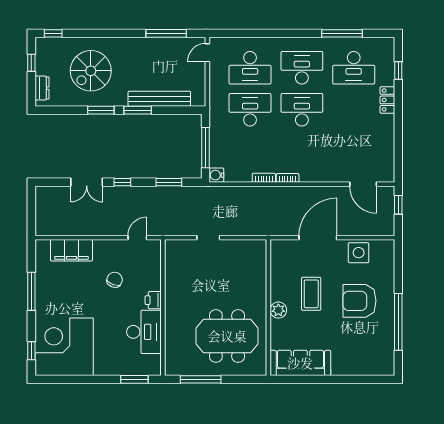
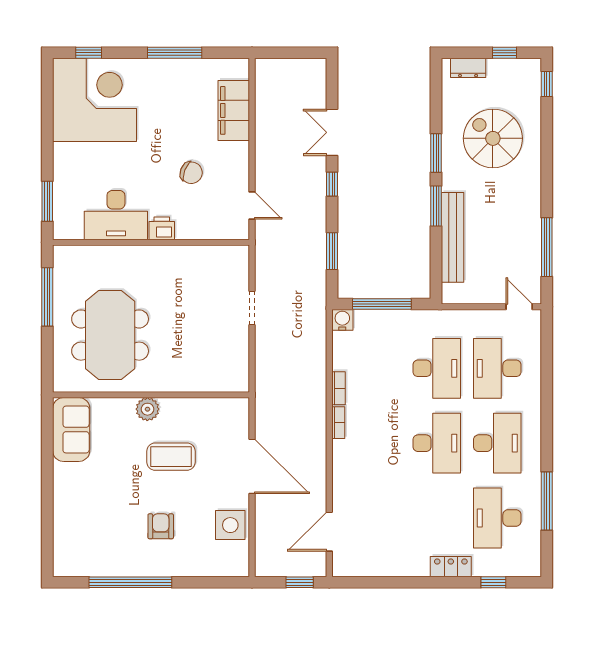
armchair: (359, 301) -> (161, 526), width x0.53, depth x0.53
sofa: (300, 363) -> (71, 430), width x0.73

